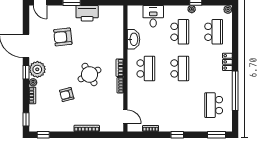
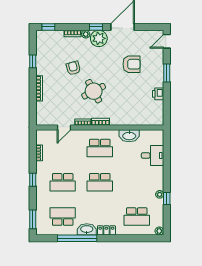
printer: (87, 13) -> (158, 94), width x0.53, depth x0.68
school desk: (180, 32) -> (63, 182), moved
armchair: (63, 37) -> (132, 64), turned 96
washbasin: (226, 81) -> (87, 229), added
door: (125, 117) -> (64, 127), moved
window: (43, 135) -> (33, 61), moved

